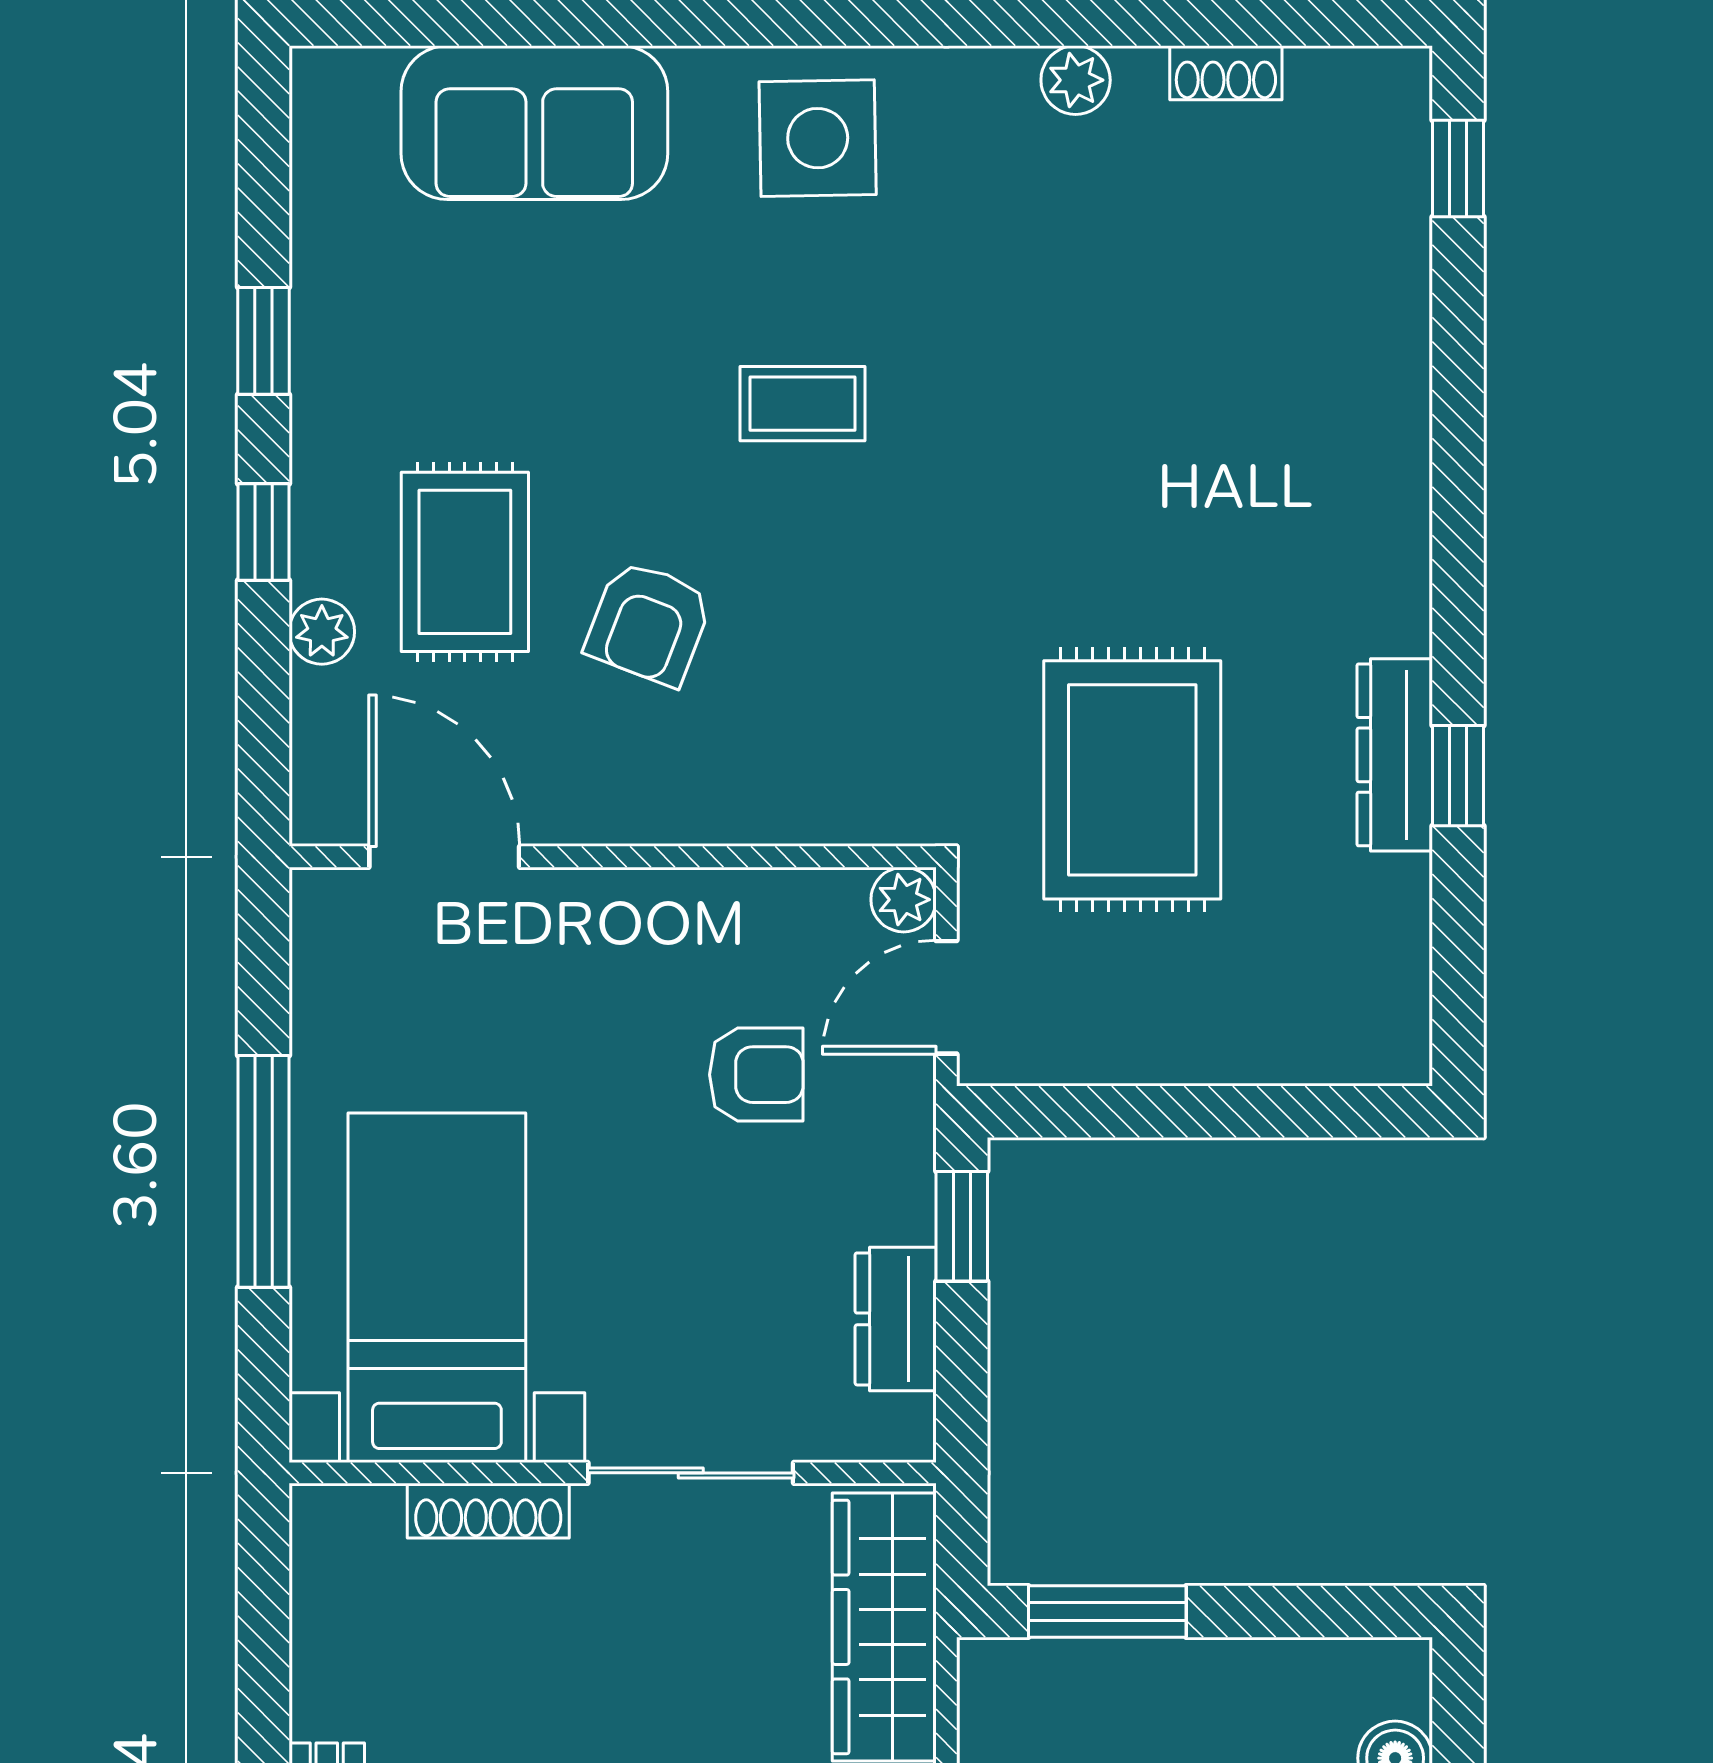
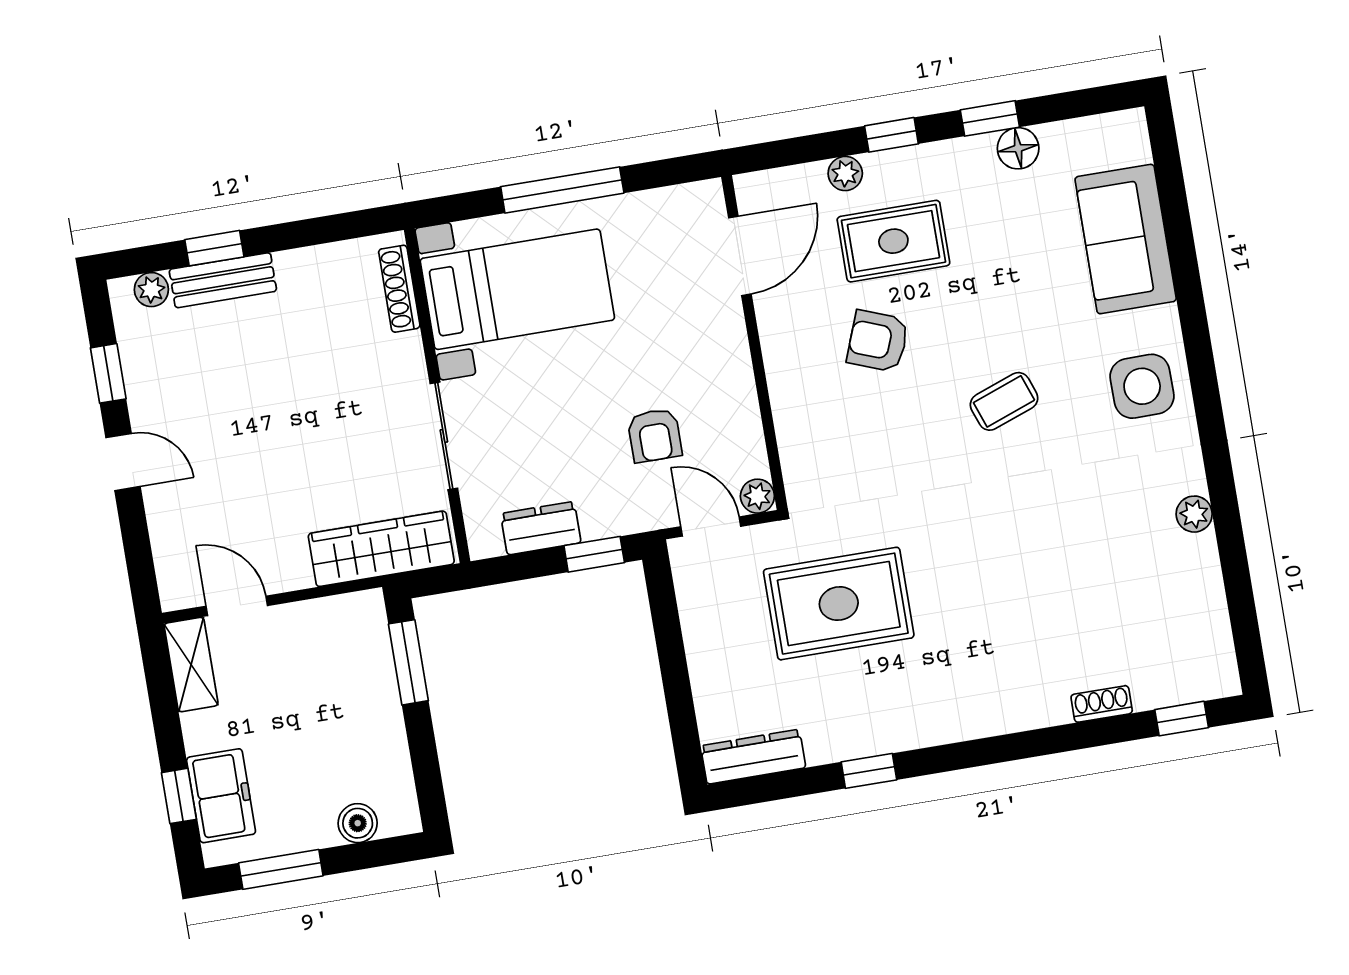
shoe rack: (1226, 73) -> (1102, 704), moved, turned 90
floor lamp: (329, 297) -> (1018, 148), added
coffee table: (803, 404) -> (1004, 401), turned 70
dresser: (1395, 755) -> (753, 757), moved
shoe rack: (488, 1511) -> (399, 289), moved

